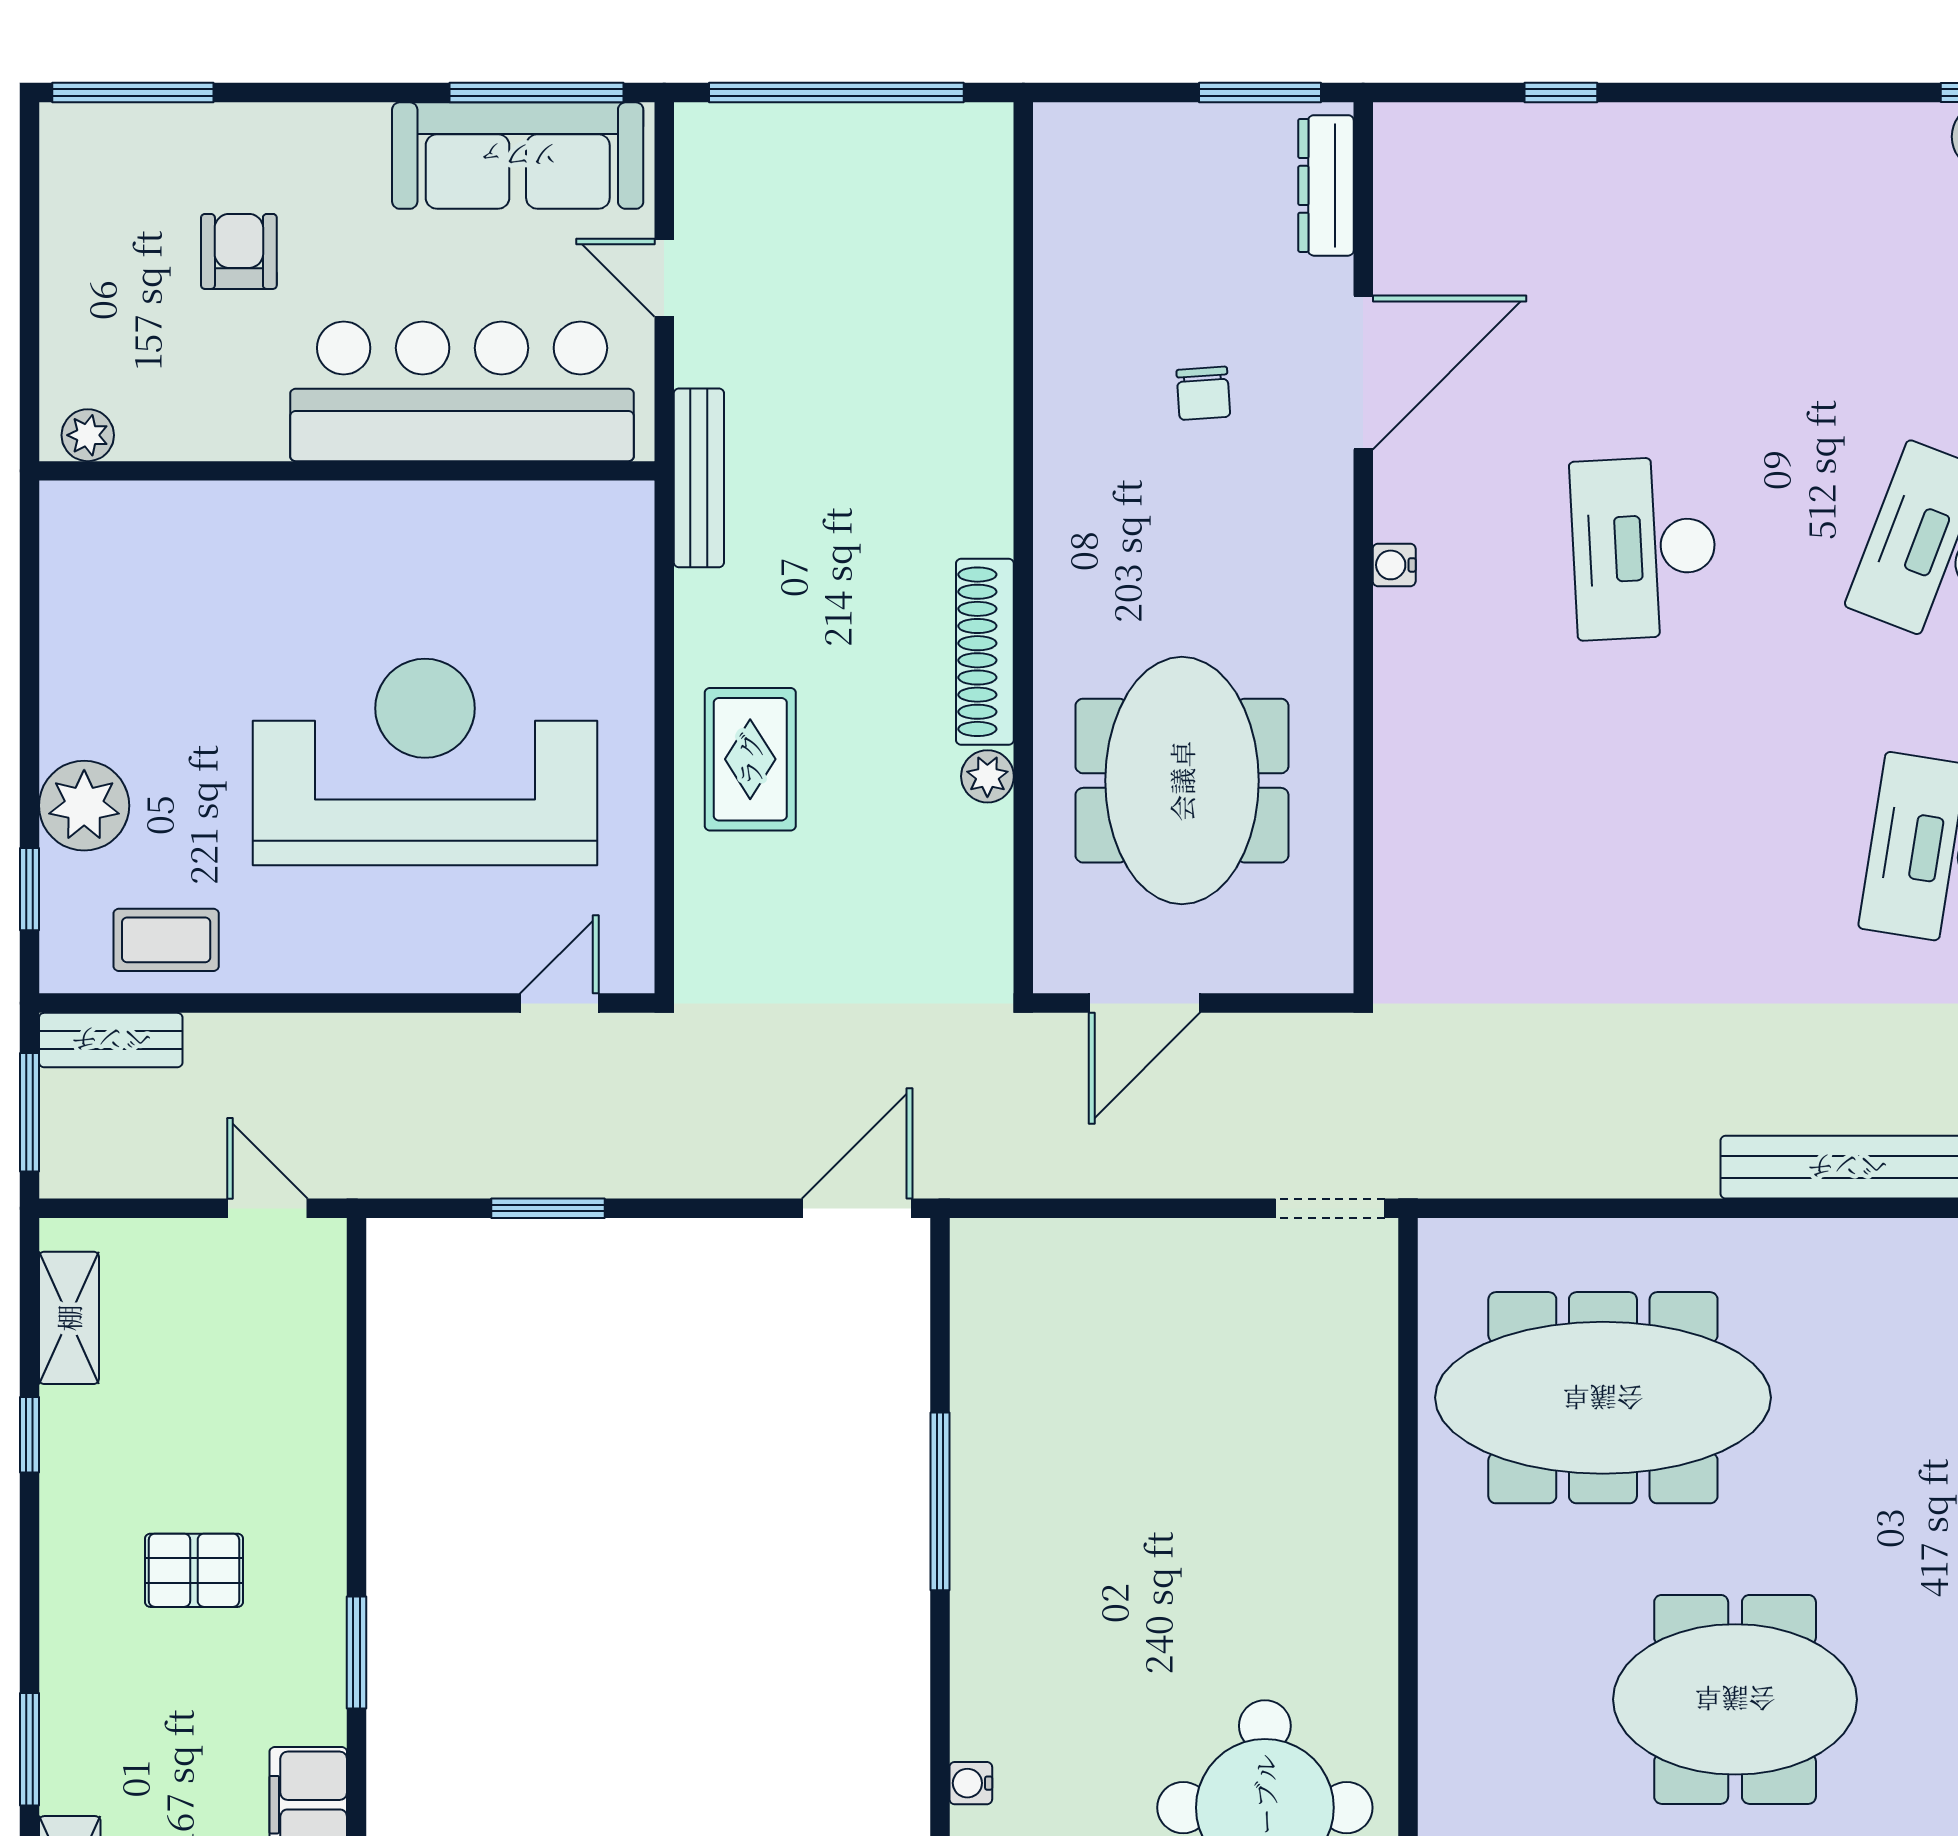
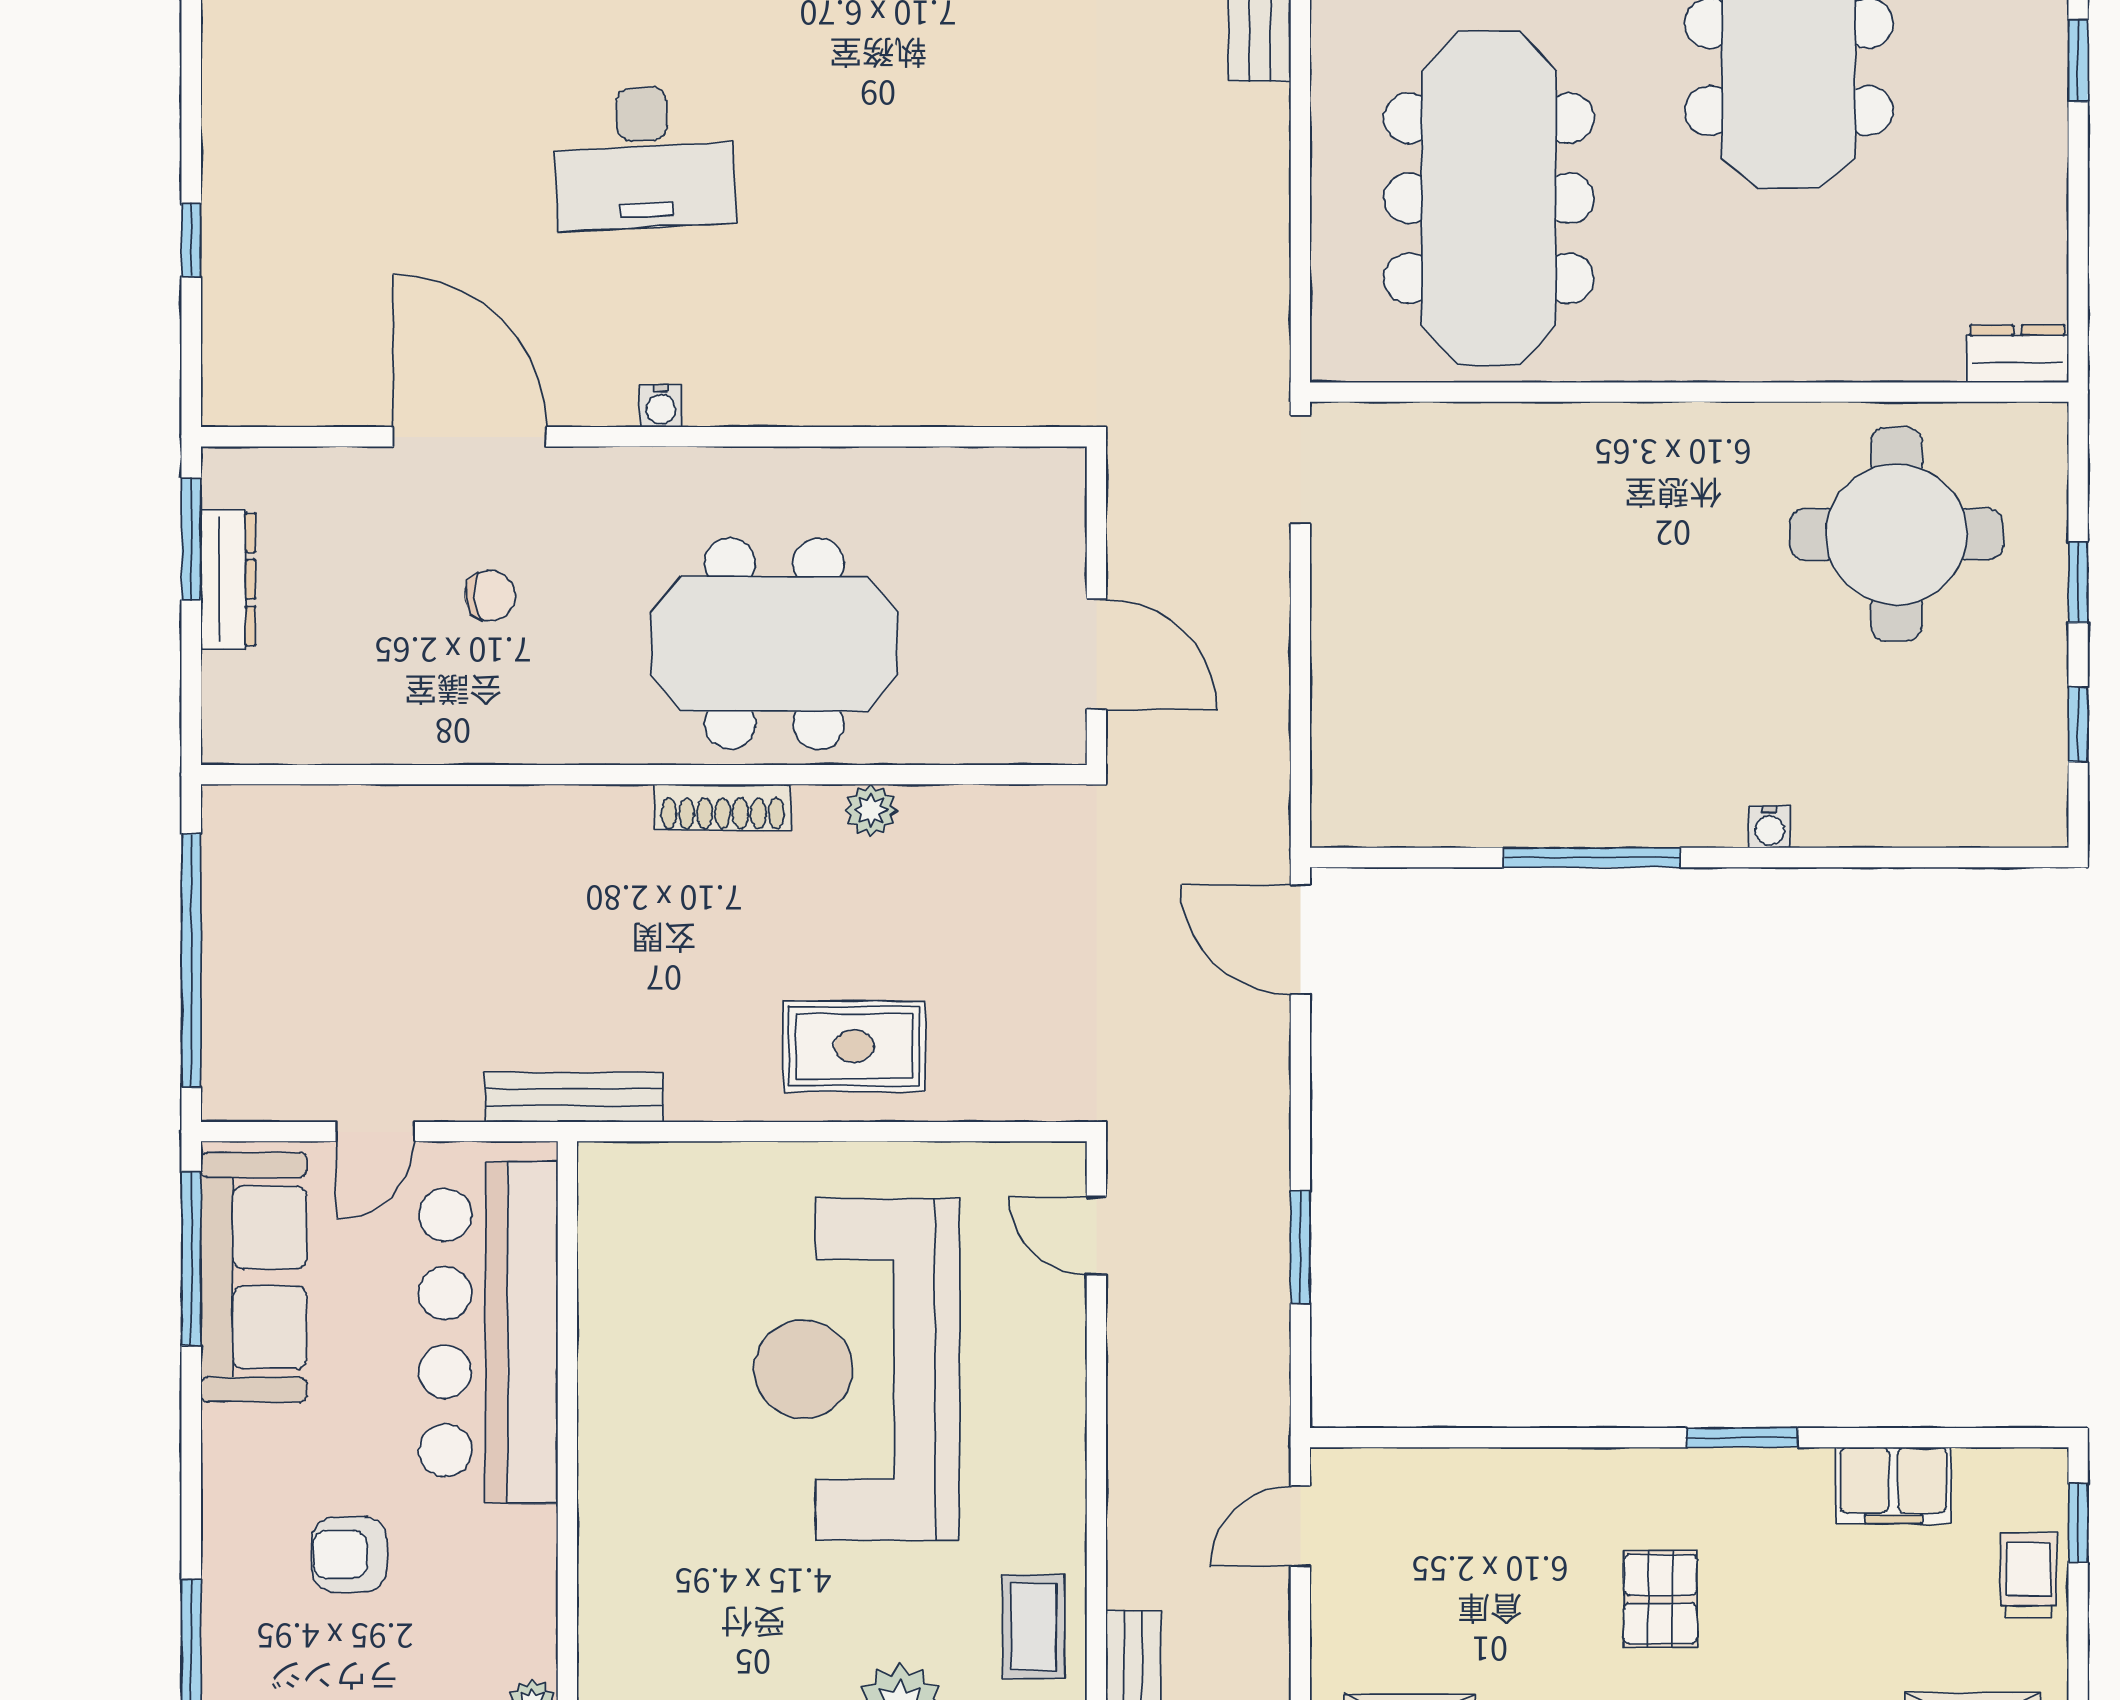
dresser: (1326, 185) -> (228, 579), moved, turned -90
shoe rack: (985, 652) -> (723, 807), width x0.74, depth x0.81
meeting table: (1182, 781) -> (774, 644), moved
water cooler: (971, 1783) -> (1770, 827), moved

